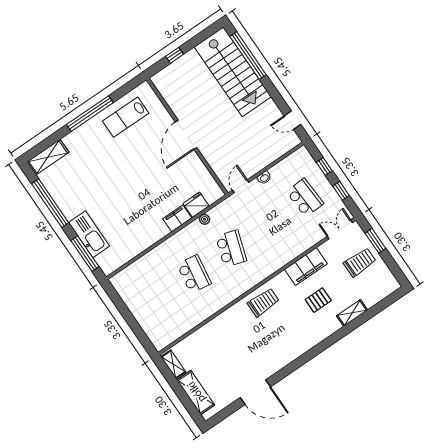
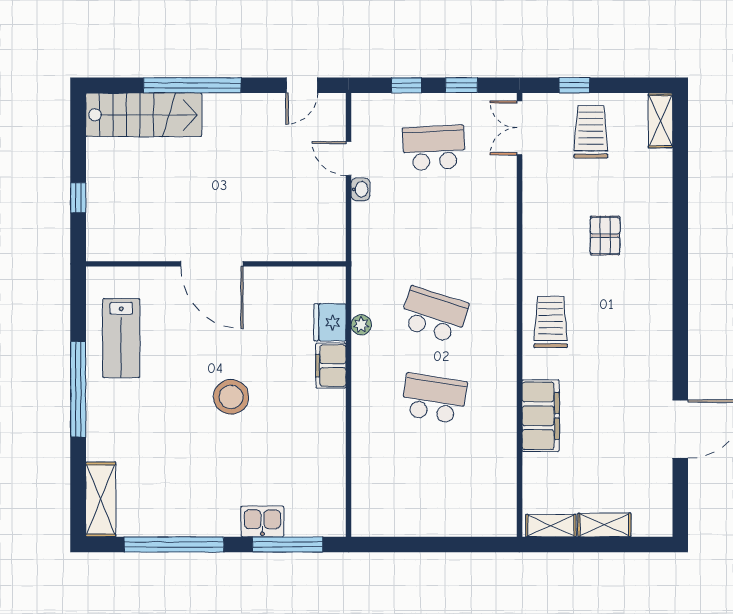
window: (248, 56) -> (192, 85), moved
stairs: (233, 72) -> (144, 115), width x0.73, depth x0.66
stool: (133, 184) -> (231, 397), added
door: (241, 186) -> (349, 158), moved
kitchen sink: (89, 234) -> (262, 521), width x0.53, depth x0.81
window: (375, 241) -> (574, 85), width x0.67
filing cabinet: (306, 267) -> (541, 416), moved
shelving: (352, 313) -> (660, 121), moved
shelving: (196, 392) -> (604, 525), width x0.67, depth x0.75

